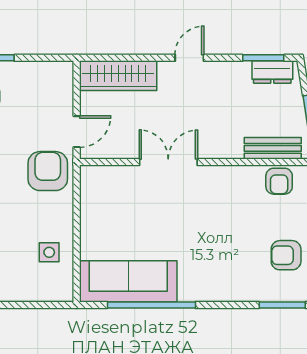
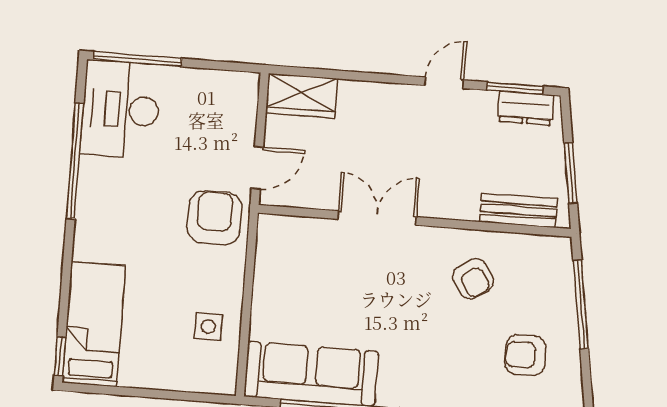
door: (189, 58) -> (444, 83), moved
wardrobe: (118, 76) -> (301, 96), width x0.67
armchair: (279, 181) -> (473, 279), moved, turned -34

